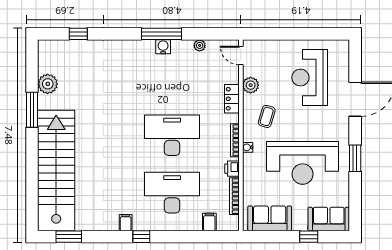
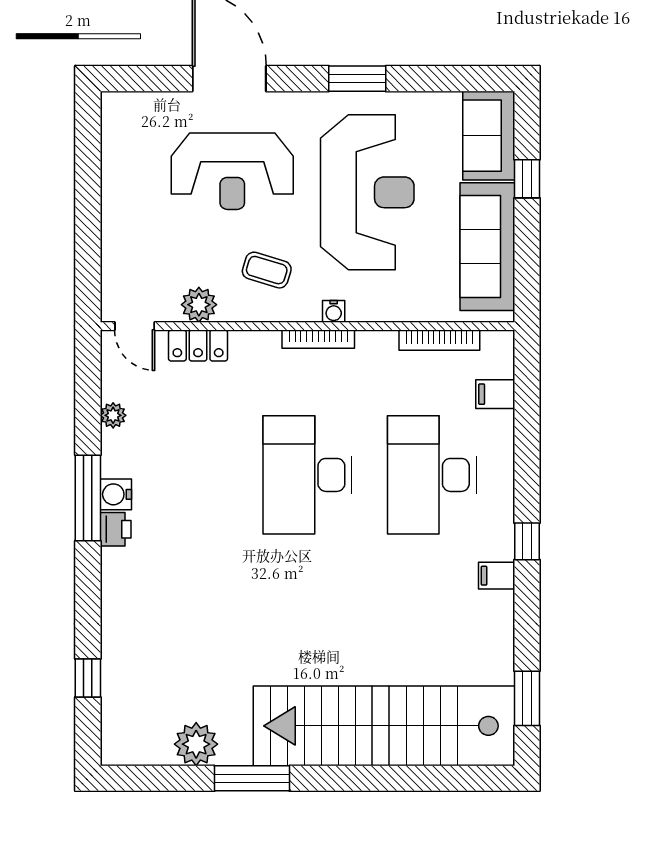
door: (241, 55) -> (135, 326), hinge flipped
reception desk: (310, 78) -> (232, 171), moved
locker: (232, 99) -> (198, 345), moved
printer: (232, 169) -> (116, 529), moved, turned -90
sofa: (270, 218) -> (487, 247), width x1.36

